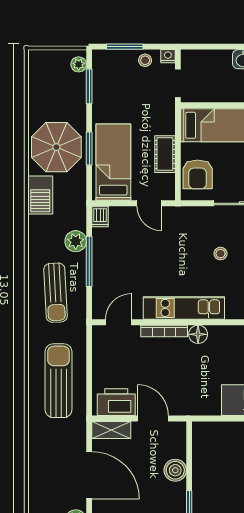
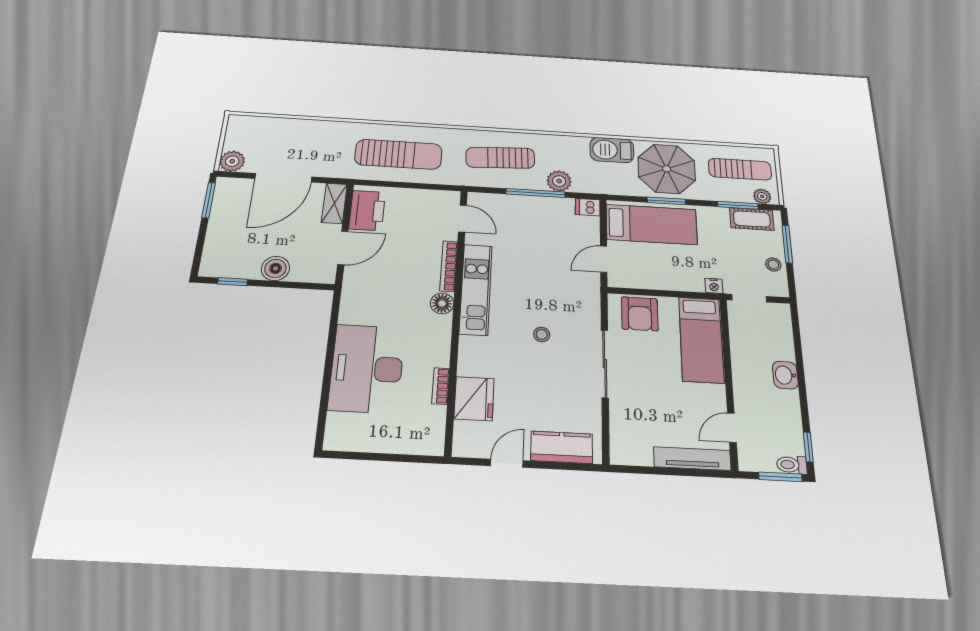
nightstand: (168, 56) -> (714, 286), moved, turned 90
sun lounger: (52, 82) -> (740, 169), added
cot: (165, 154) -> (752, 219), moved
armchair: (198, 174) -> (640, 314), turned -90

